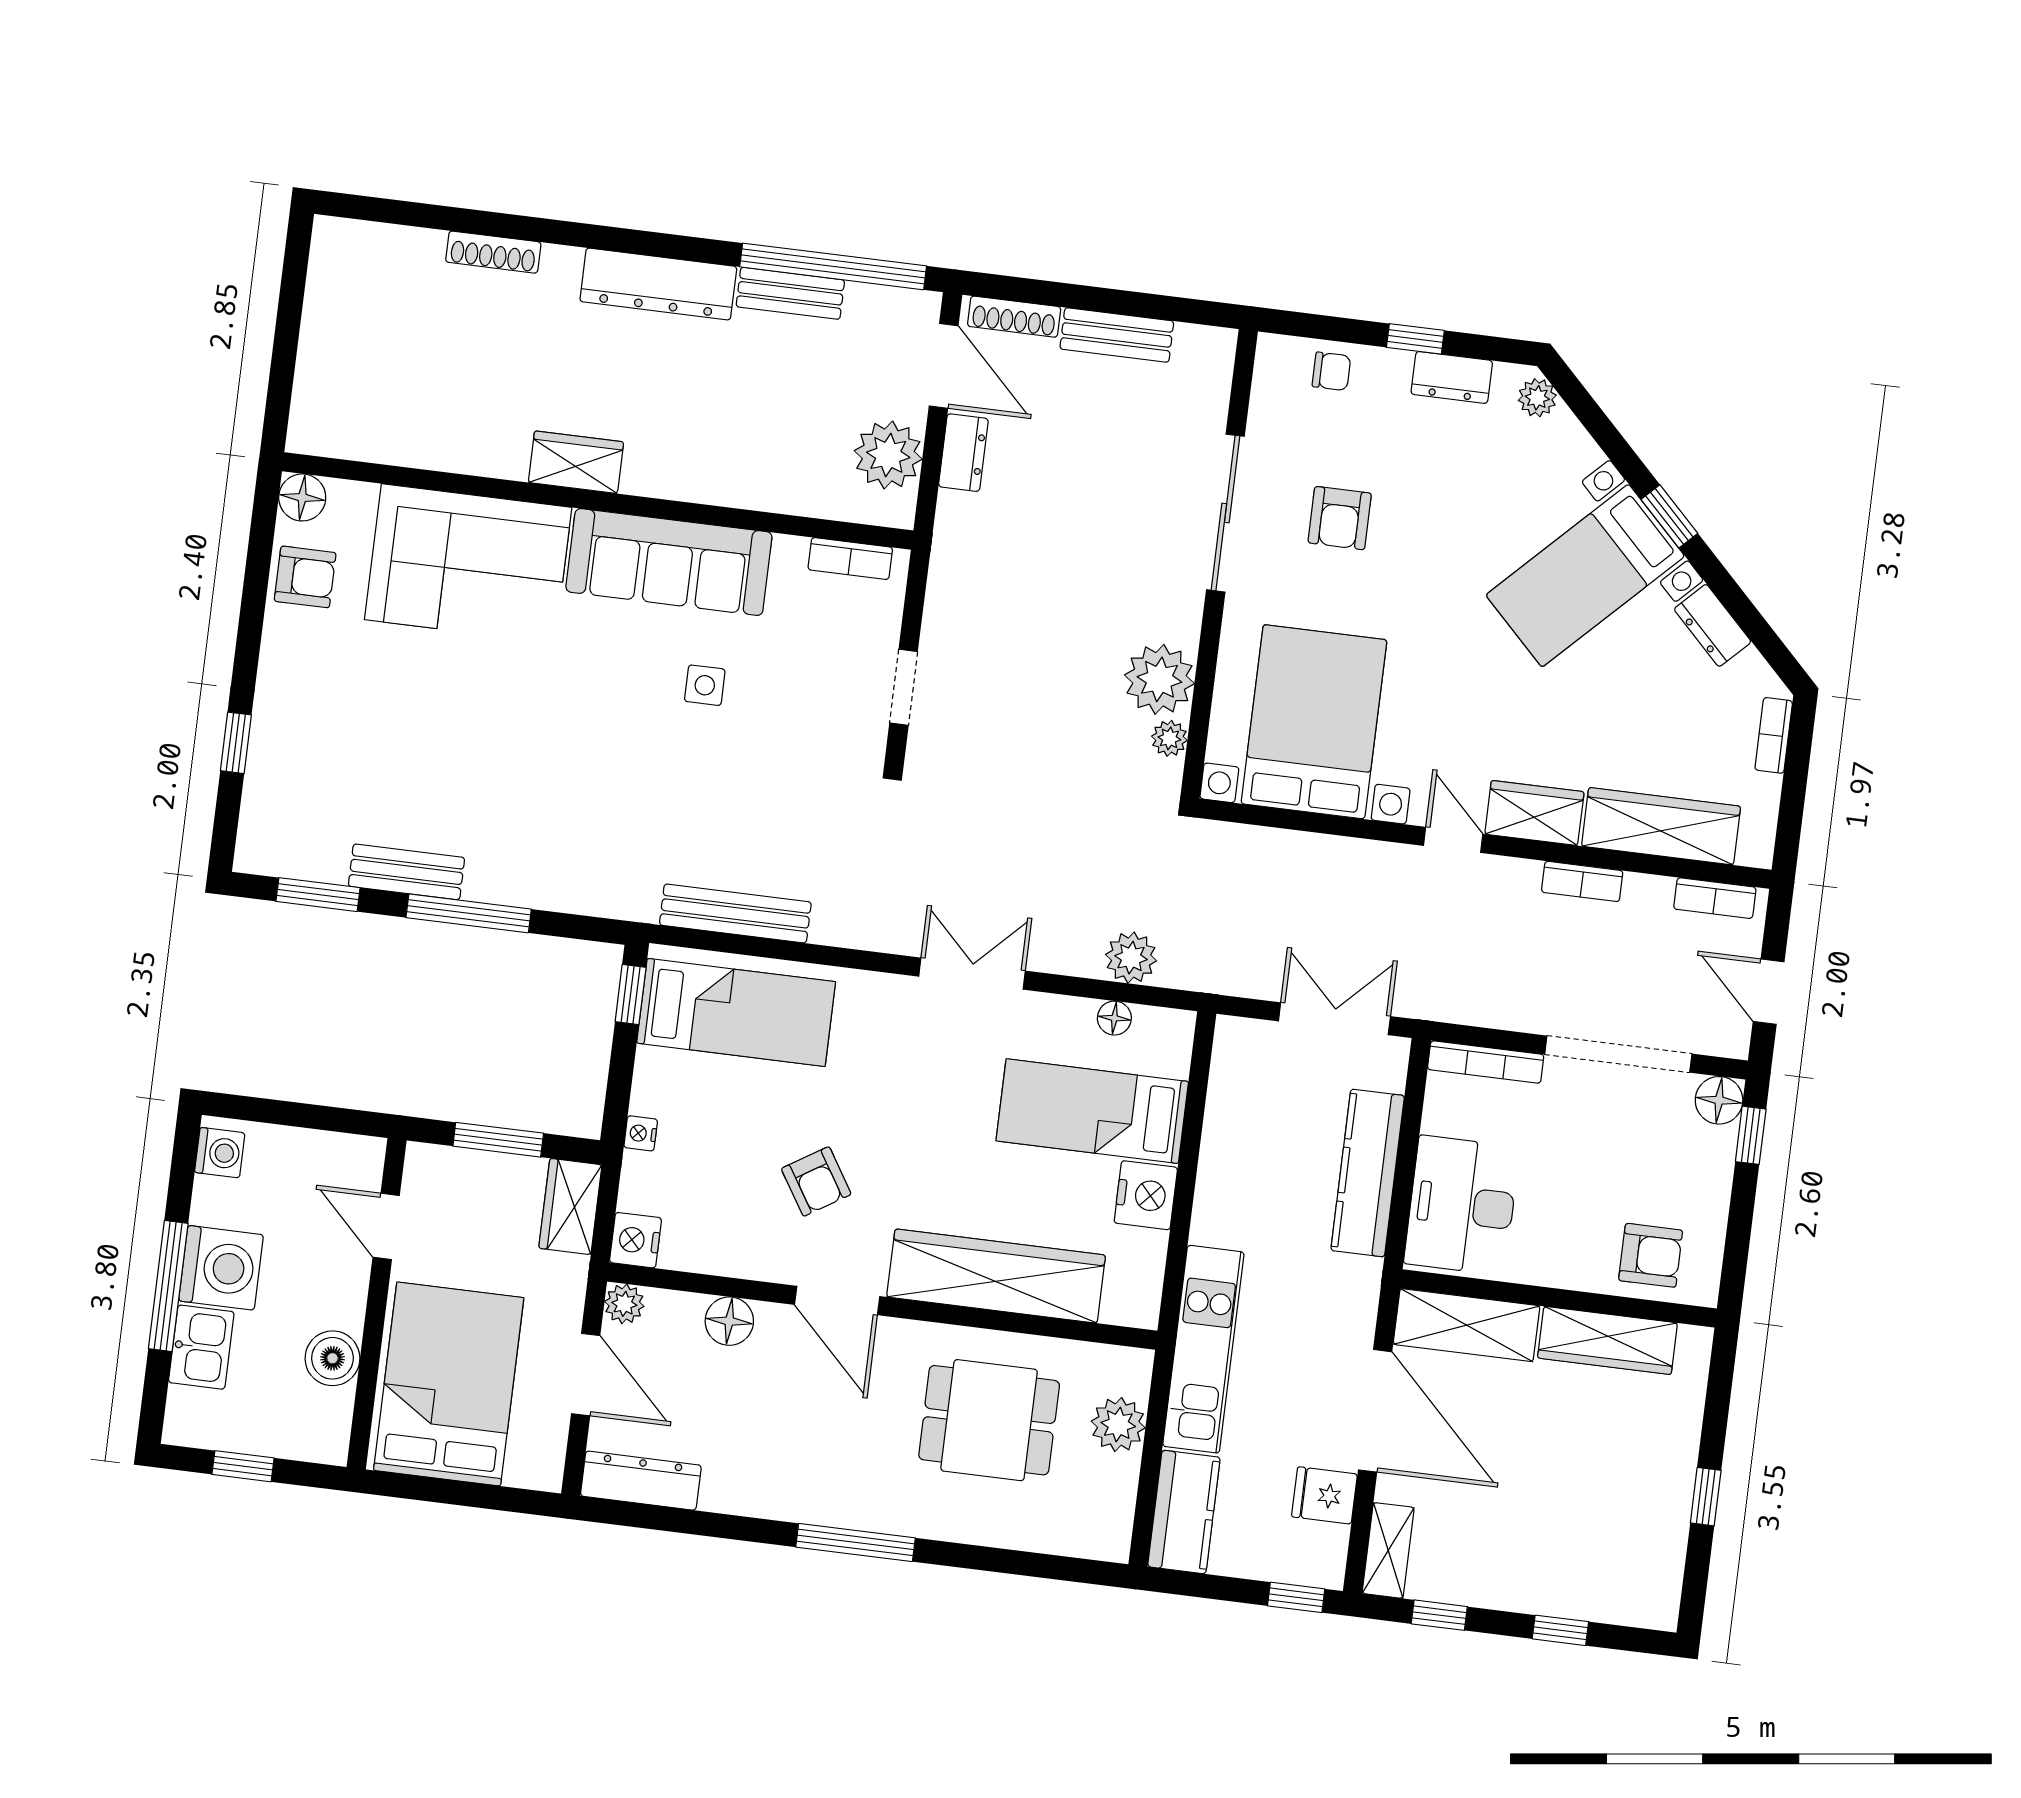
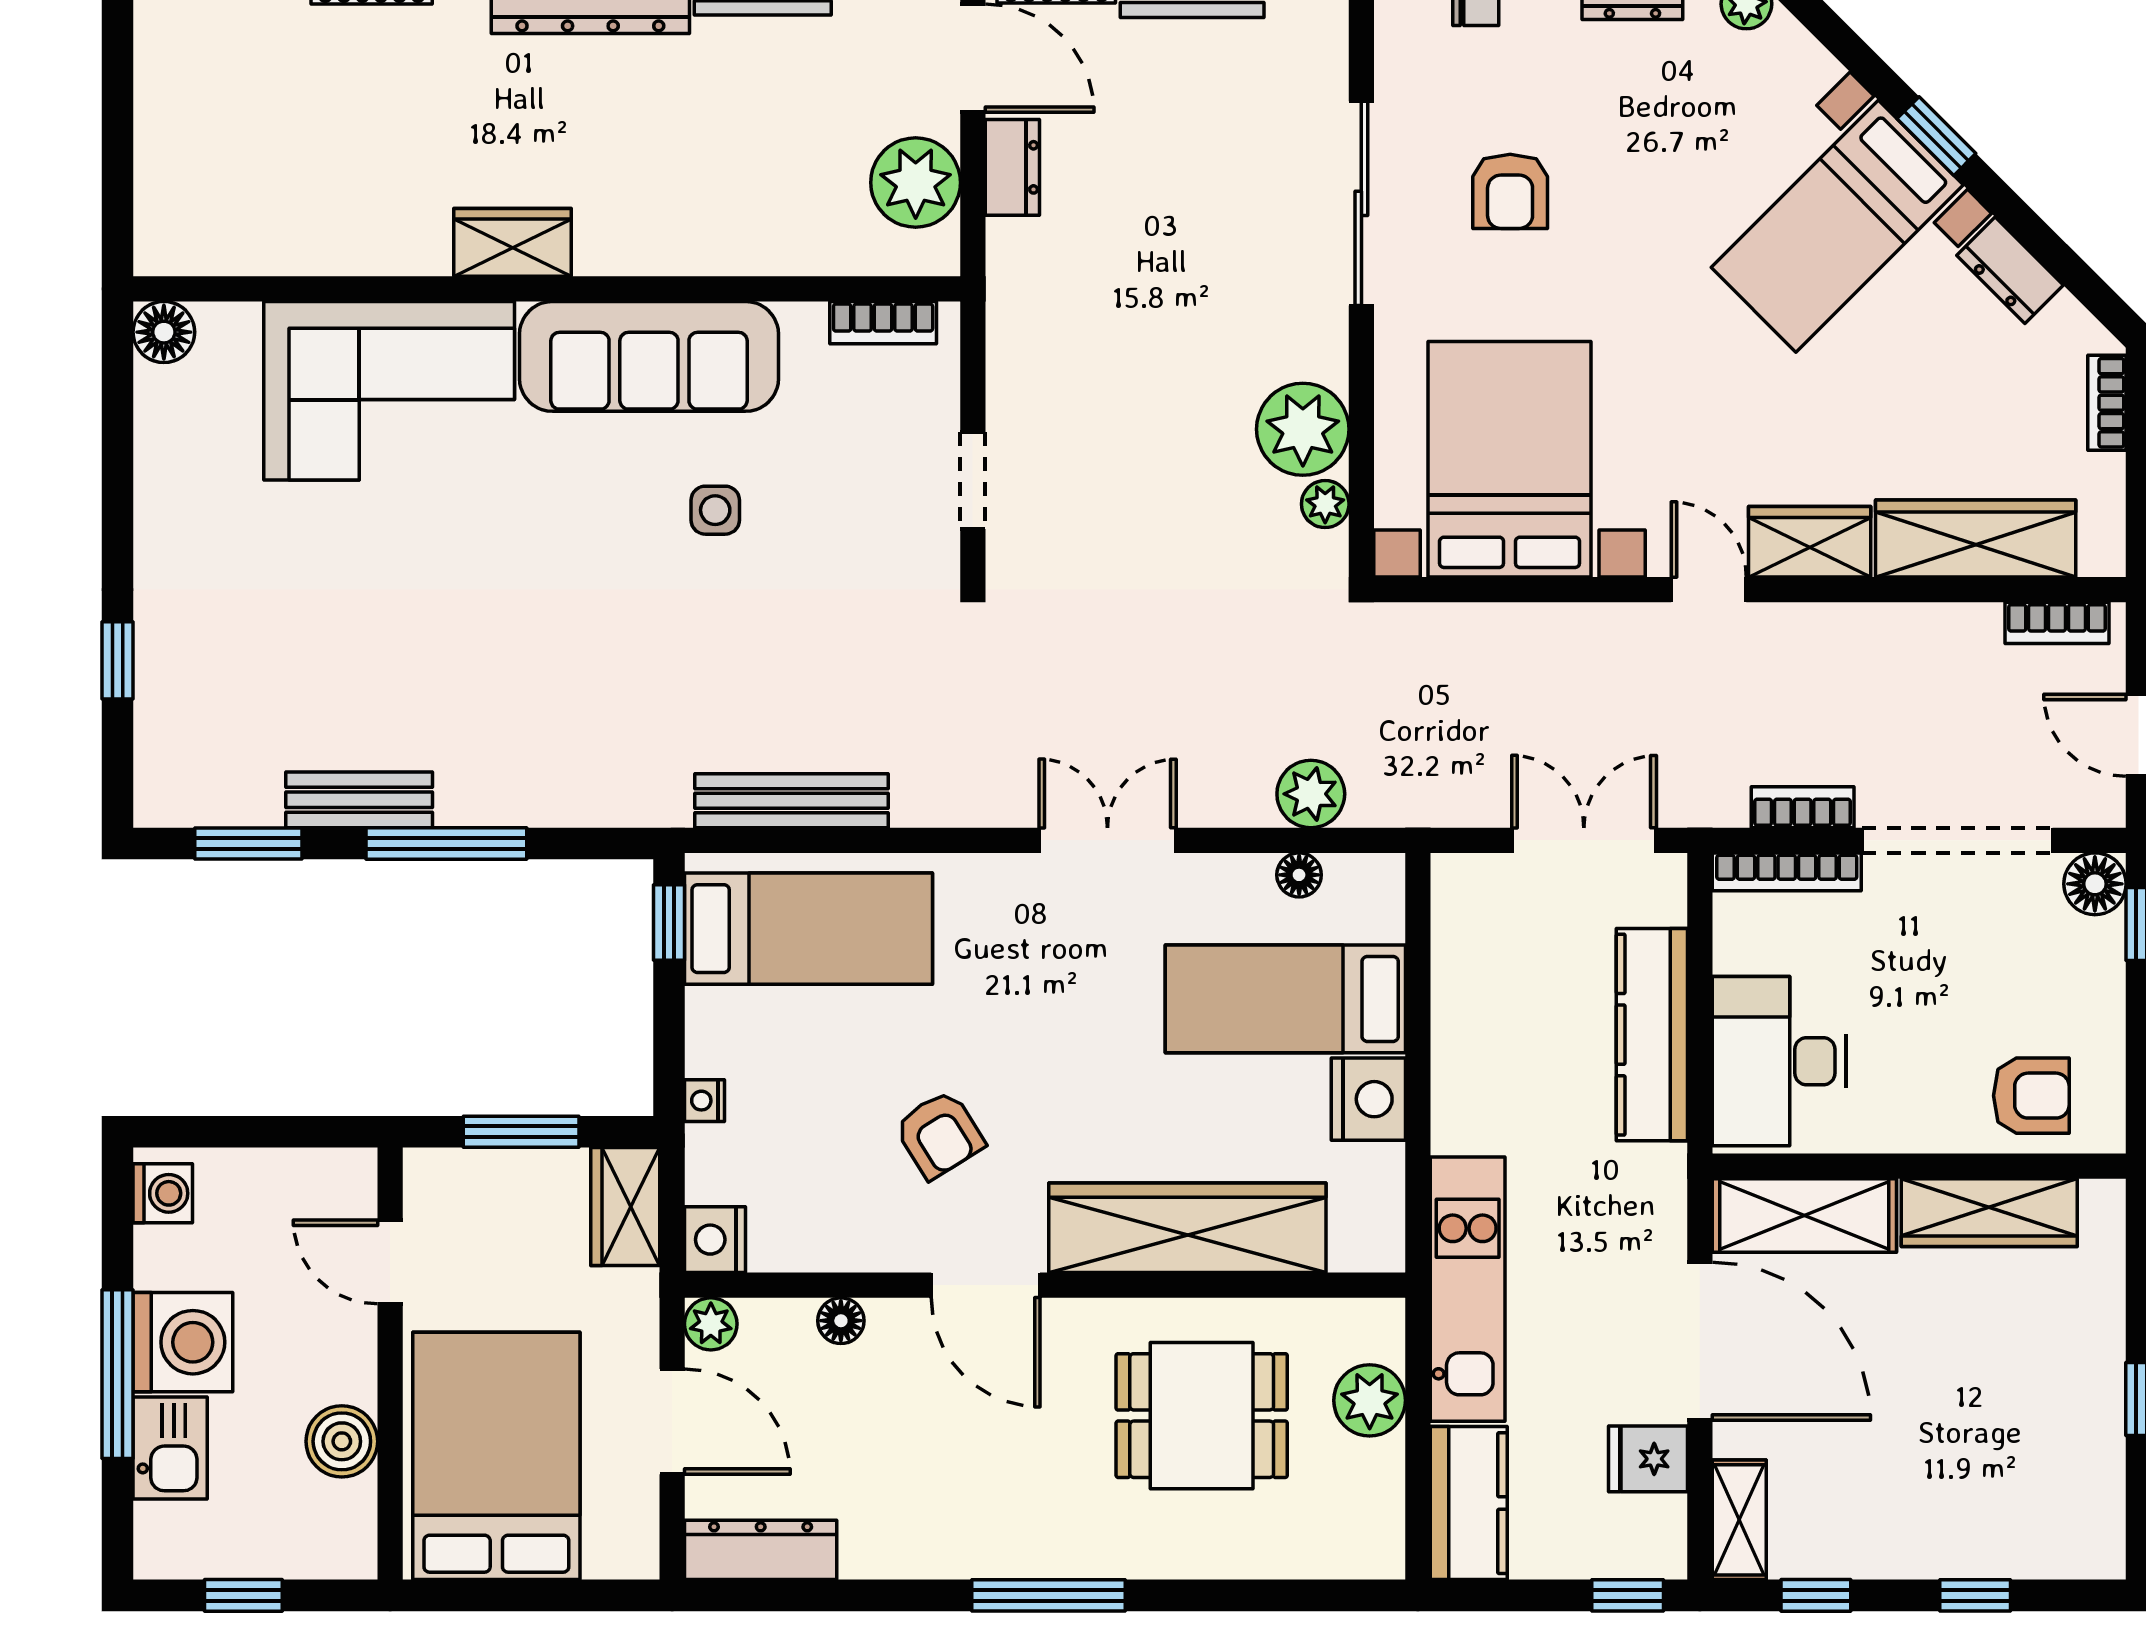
armchair: (305, 577) -> (180, 434), removed
bookcase: (1582, 881) -> (1803, 807), moved, turned 180
floor lamp: (729, 1321) -> (841, 1321), width x0.73, depth x0.73

